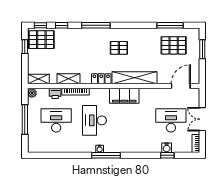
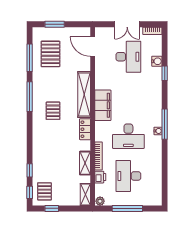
window: (96, 25) -> (30, 97), moved
pallet: (41, 40) -> (44, 191), width x0.67, depth x0.71
desk: (171, 120) -> (128, 57), turned 180
window: (167, 155) -> (165, 73), moved

